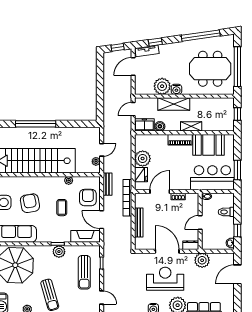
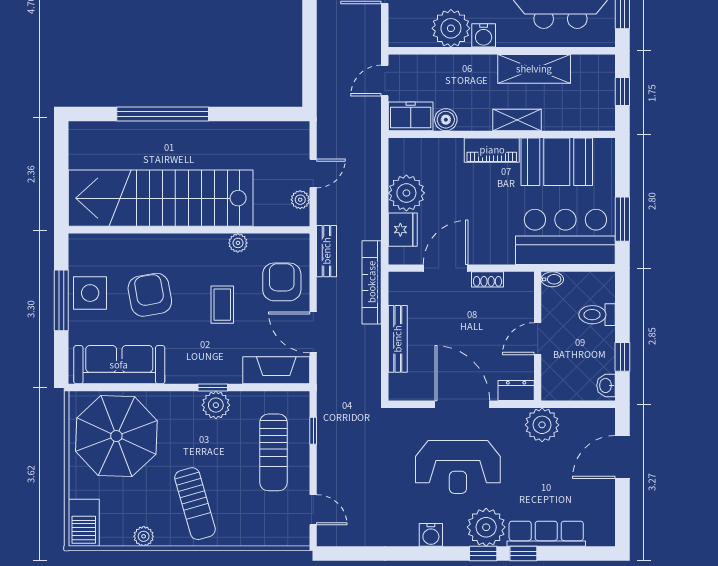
shelving: (174, 104) -> (534, 69), moved
reception desk: (165, 279) -> (458, 467), turned 180

